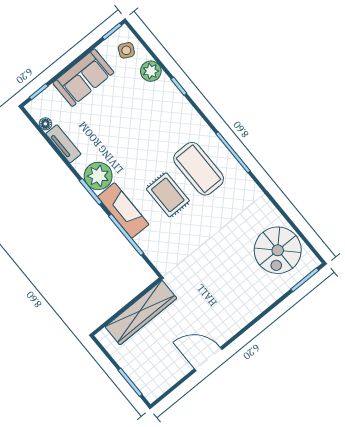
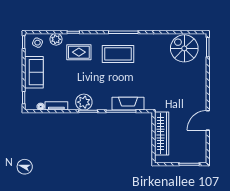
rug: (168, 195) -> (79, 52), moved
fireplace: (123, 211) -> (128, 104), moved
spiral stairs: (278, 250) -> (184, 48), turned 180

